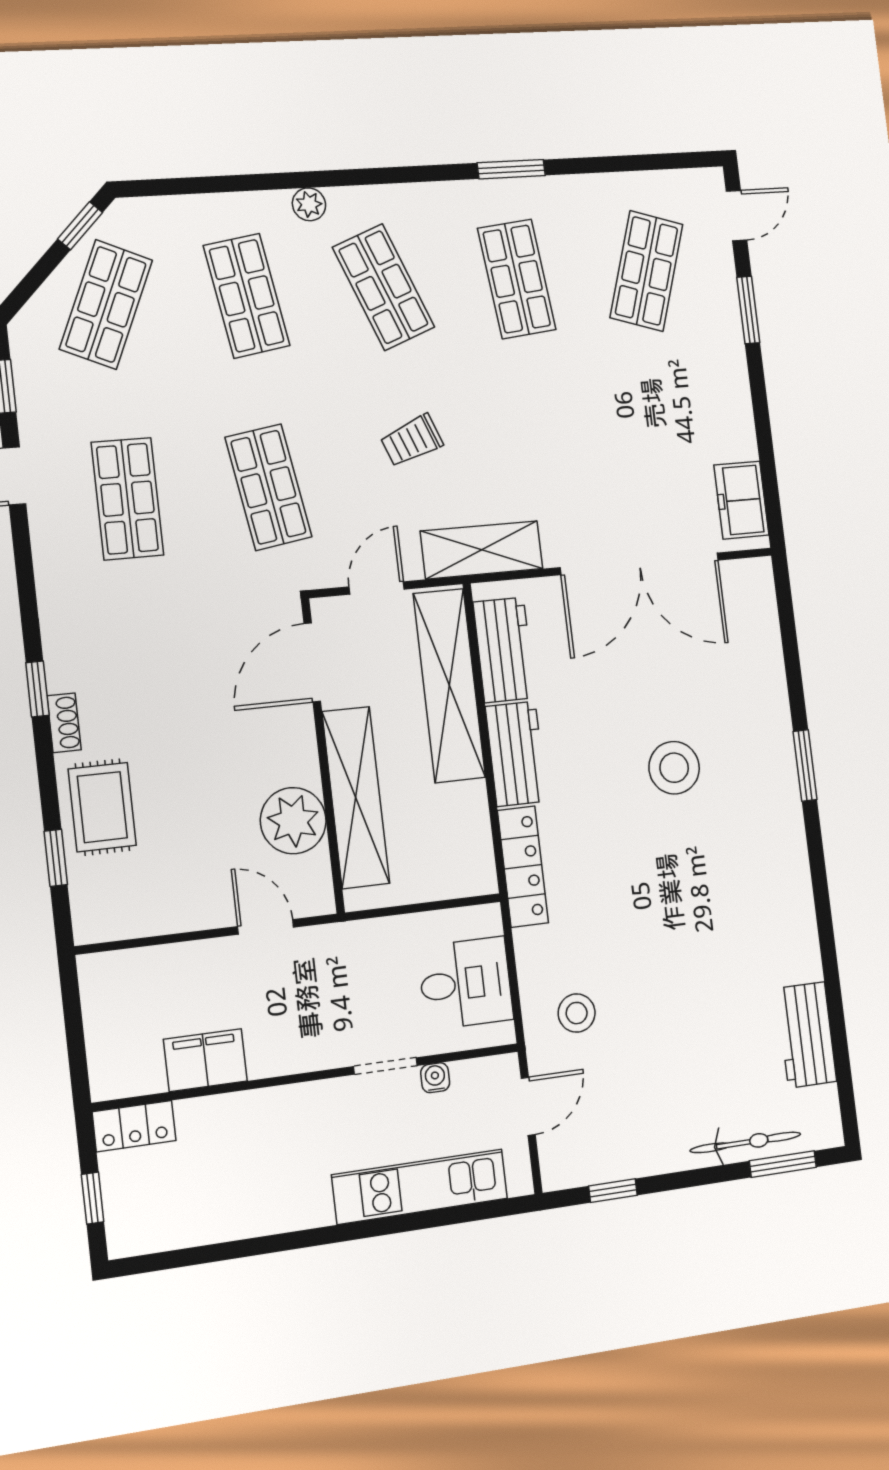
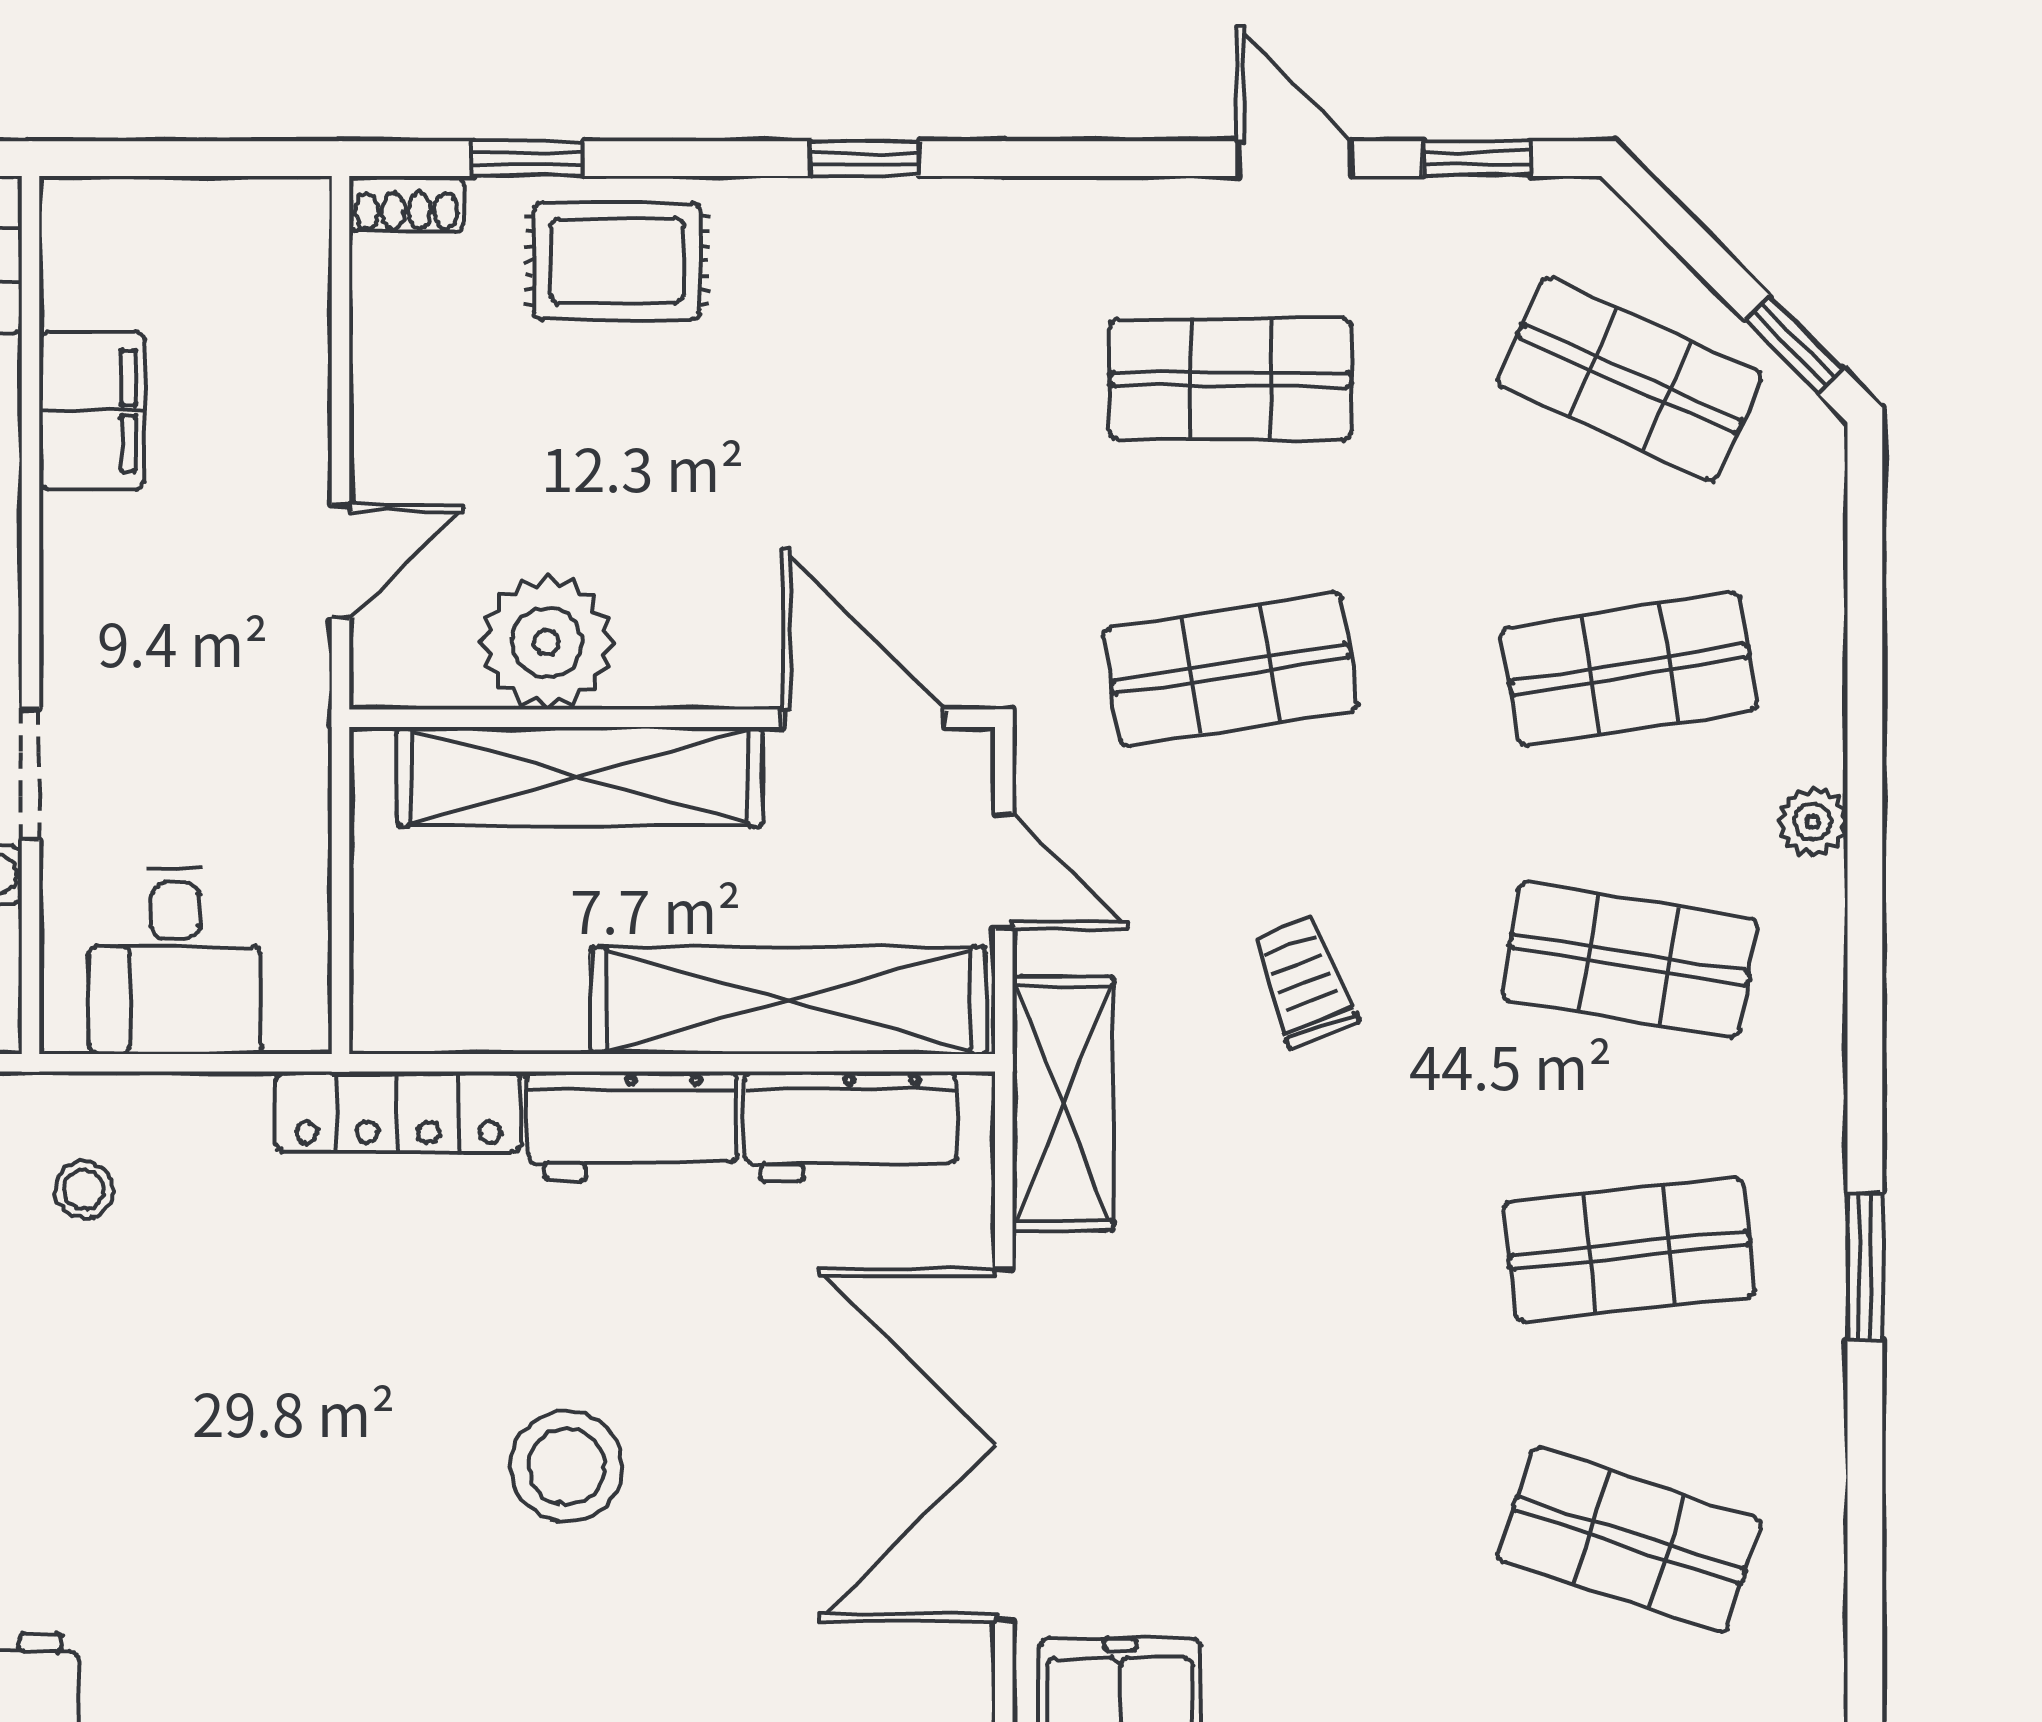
shop shelf: (384, 287) -> (1629, 959), turned 30
shoe rack: (64, 723) -> (406, 204), moved
stool: (577, 1013) -> (84, 1190), width x0.73, depth x0.73

